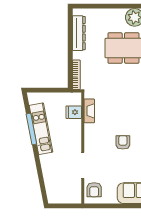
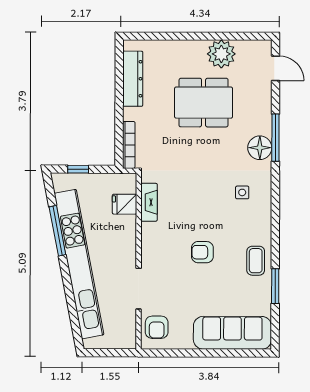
window: (44, 90) -> (78, 169), added
kitchen unit: (41, 129) -> (79, 264), width x1.86
armchair: (123, 142) -> (202, 252), turned -90

